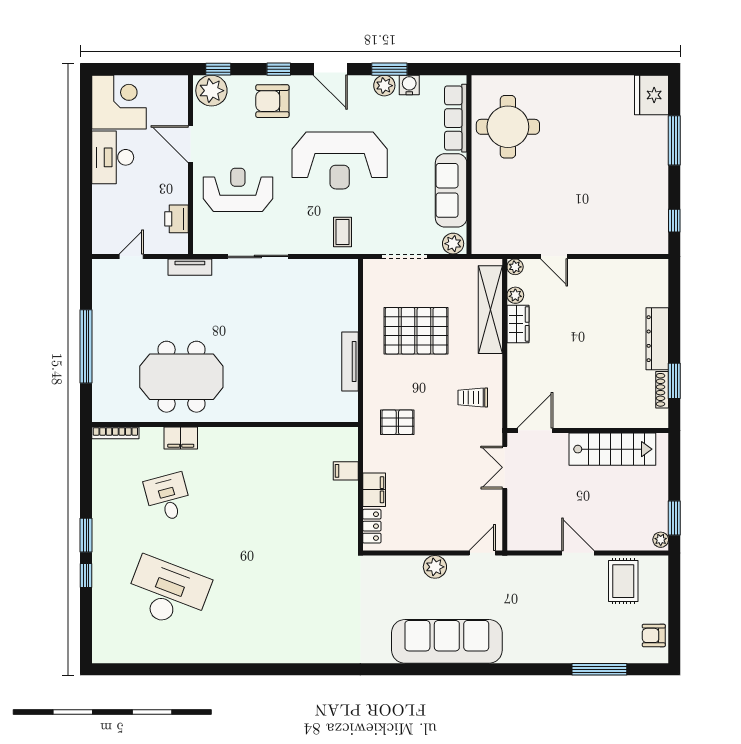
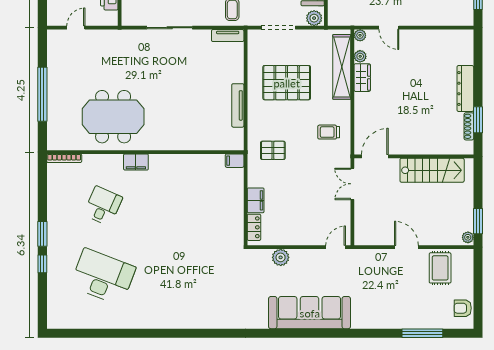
tv unit: (190, 267) -> (228, 36), moved
filing cabinet: (181, 438) -> (136, 162), moved
filing cabinet: (346, 471) -> (235, 161), moved
desk: (168, 497) -> (103, 206), turned 39
plant: (435, 567) -> (281, 257), moved

